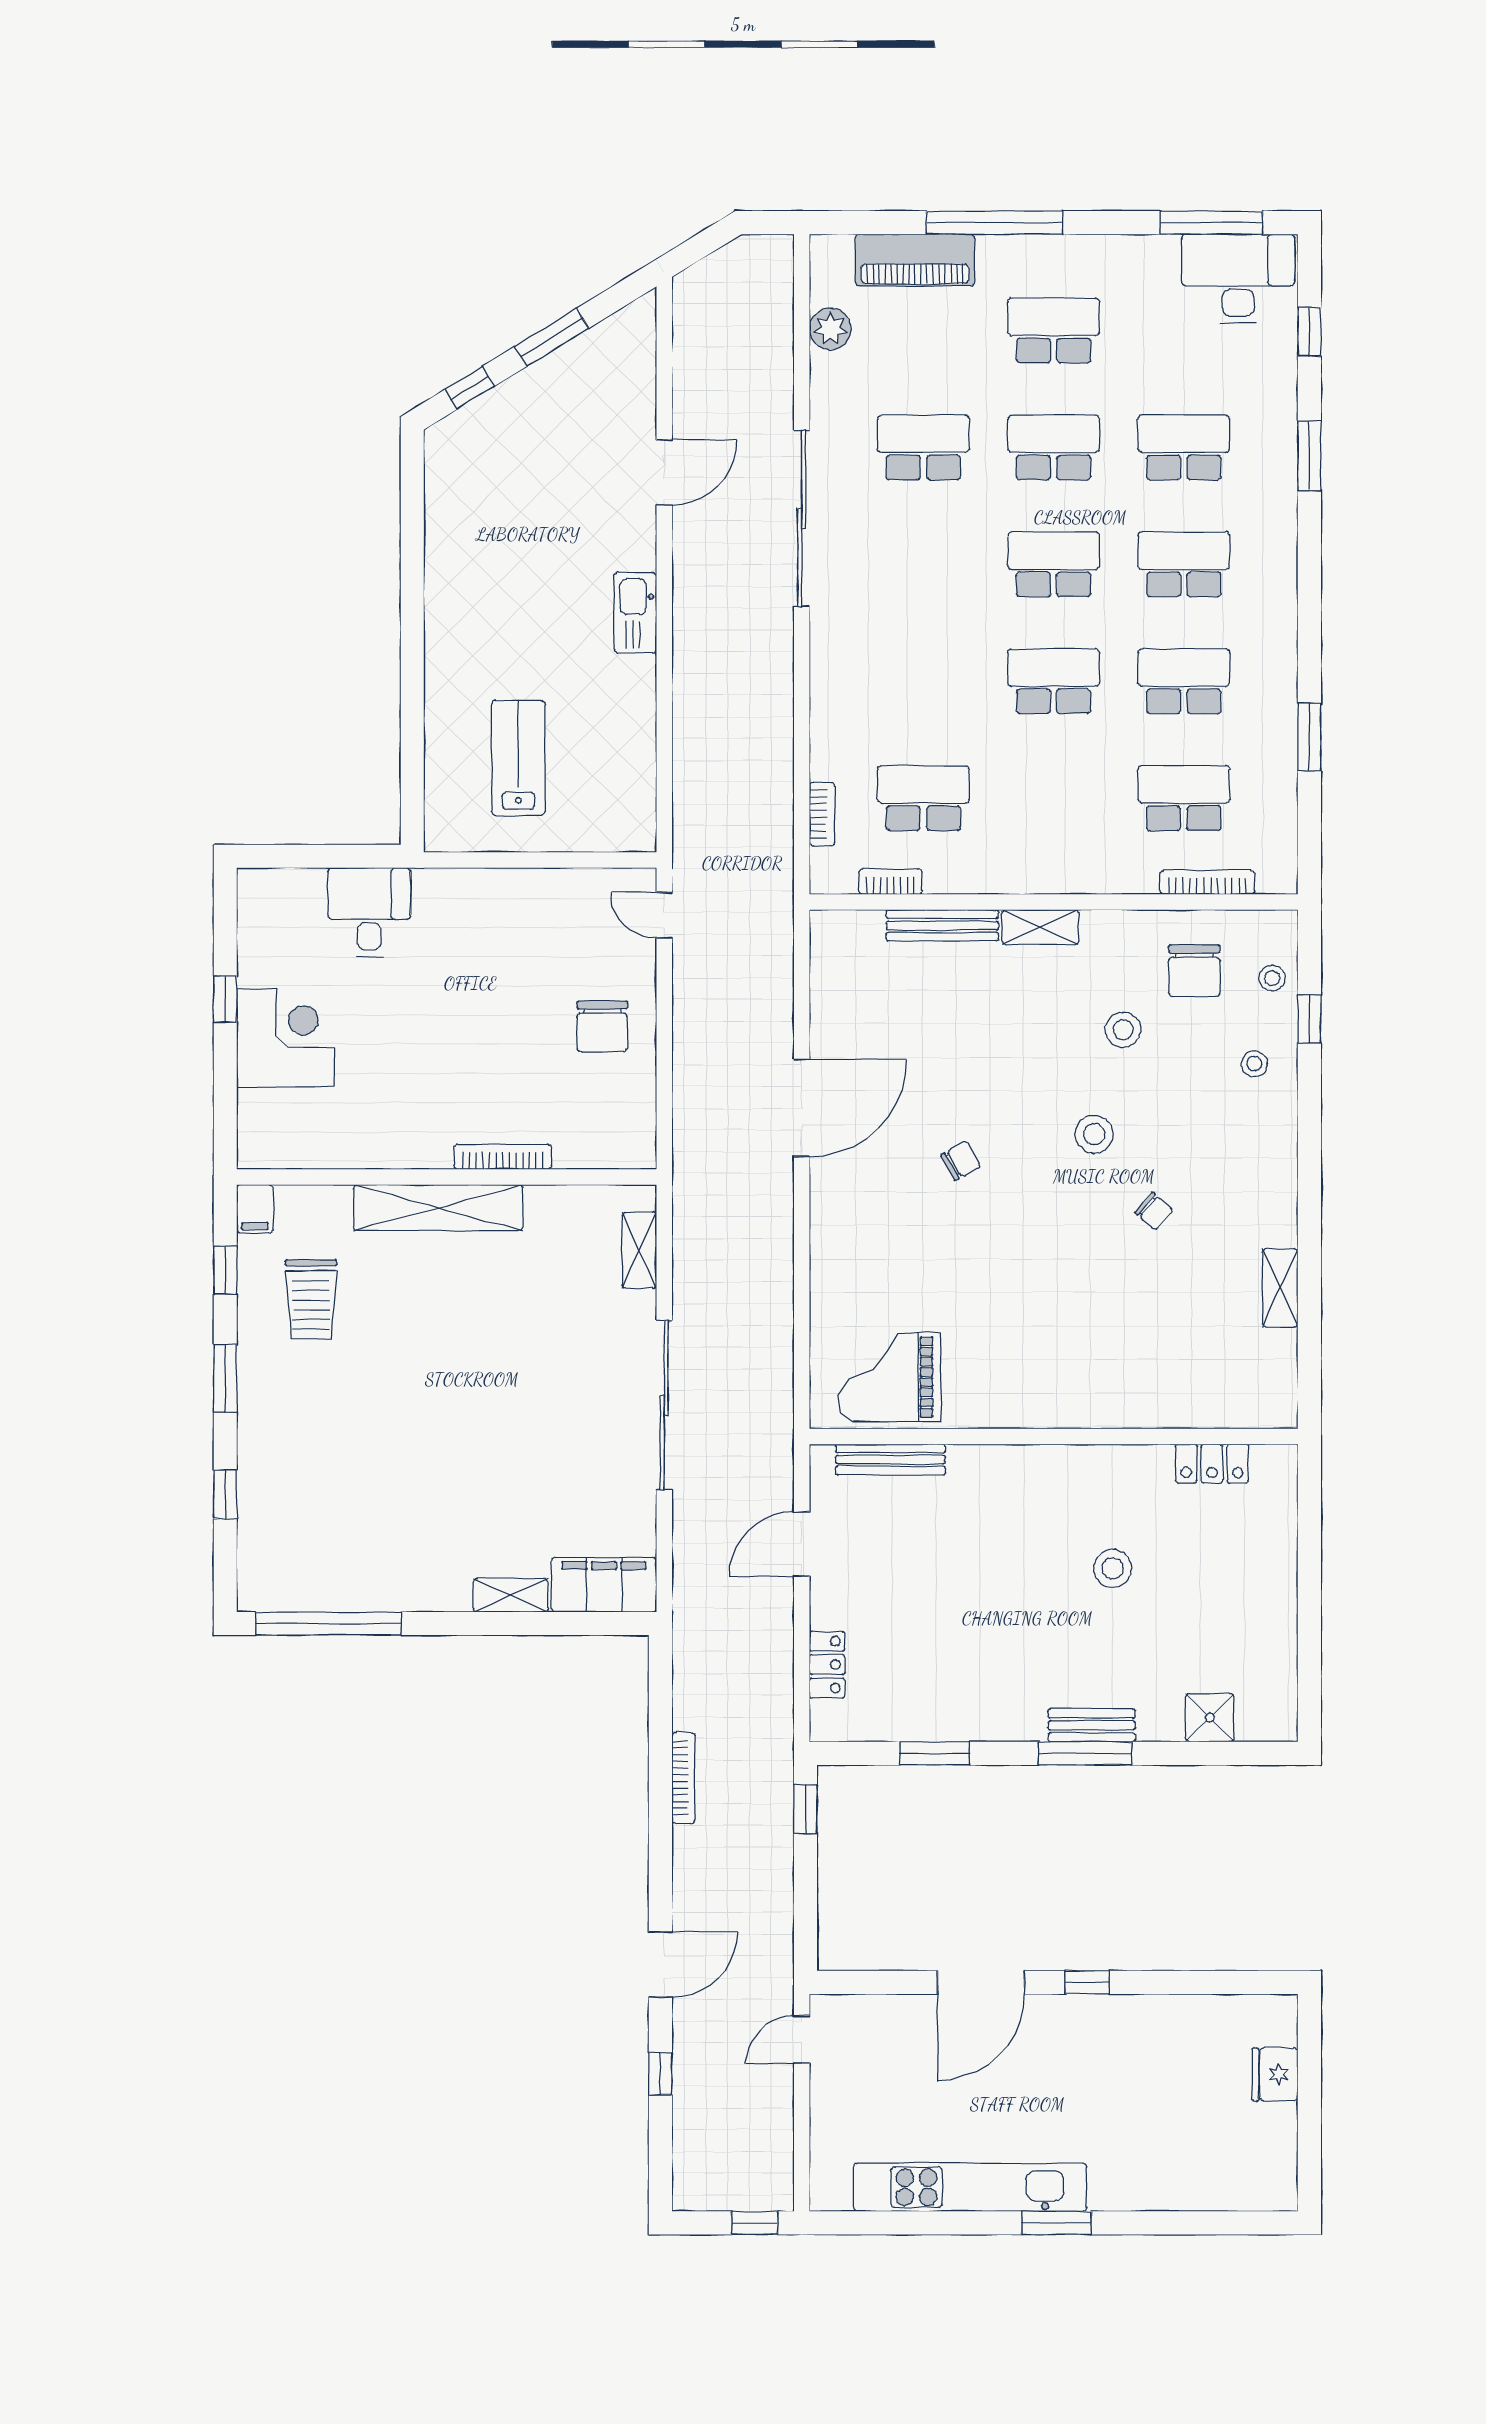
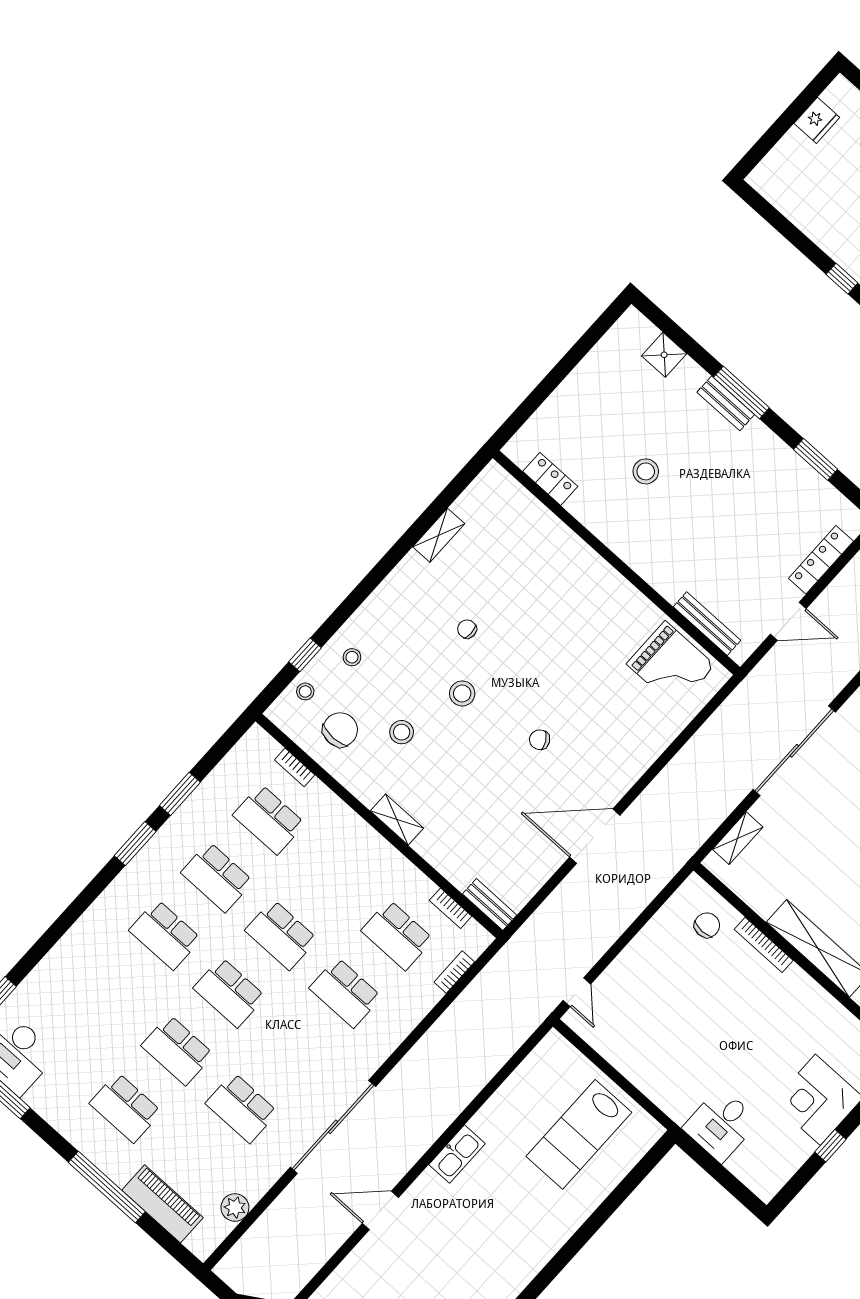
school desk: (1184, 447) -> (345, 993), moved
window: (1309, 456) -> (135, 844), moved
lab bench: (518, 758) -> (579, 1134), width x1.36, depth x1.39
bookcase: (1207, 882) -> (295, 767), width x0.64
bench: (942, 925) -> (490, 904), moved, width x0.73
chair: (602, 1026) -> (707, 925), moved, width x0.73, depth x0.73
chair: (1154, 1211) -> (467, 629), turned -41
locker: (827, 1665) -> (821, 560), width x1.53
fridge: (1275, 2074) -> (817, 120), moved

